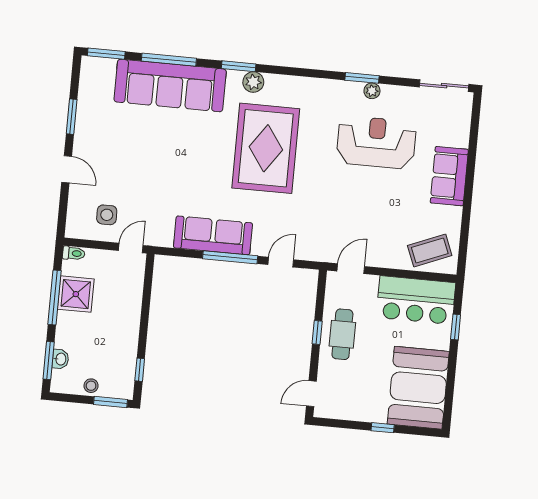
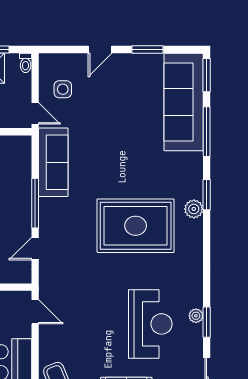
window: (362, 78) -> (207, 322), moved
sofa: (170, 85) -> (184, 102), moved
sofa: (213, 235) -> (53, 162), moved
door: (281, 262) -> (35, 249), swing flipped

